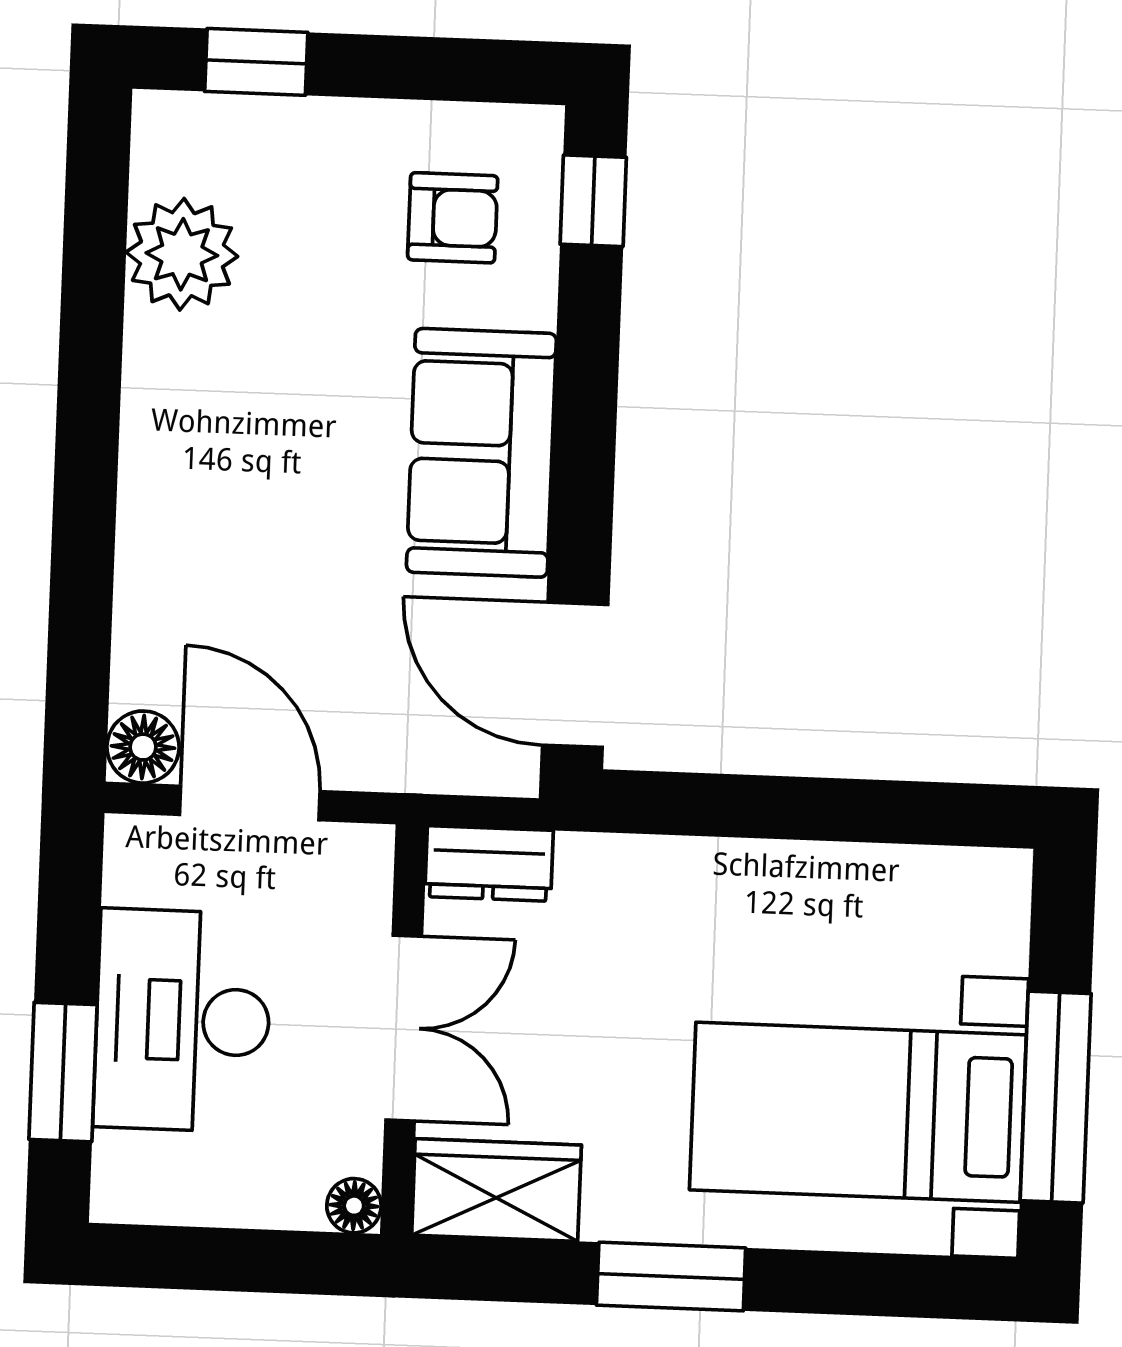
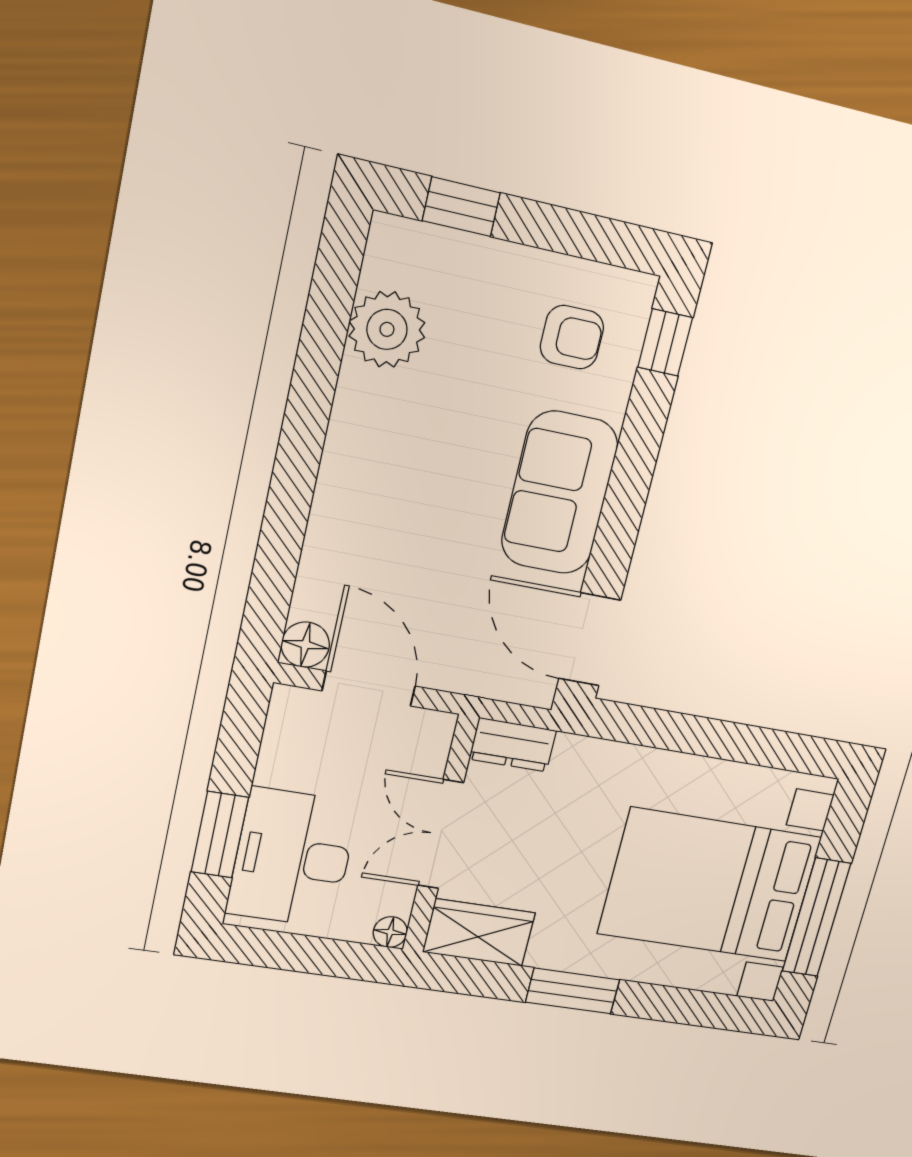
desk: (183, 1020) -> (292, 858), moved
double door: (404, 1028) -> (441, 834), swing flipped
bed with nightstands: (858, 1112) -> (710, 885), width x1.36

